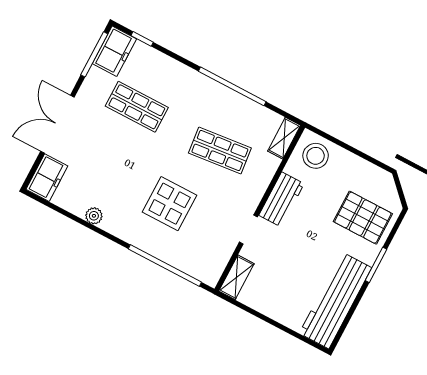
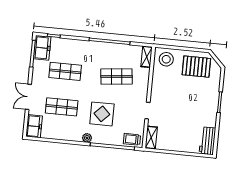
double door: (57, 124) -> (28, 97), width x0.73
shop shelf: (107, 164) -> (62, 107), added
workbench: (281, 199) -> (158, 89), removed
plant: (94, 216) -> (87, 138), moved
pallet: (363, 218) -> (196, 67), moved
trolley: (203, 267) -> (132, 139), added
workbench: (335, 301) -> (207, 141), width x0.53, depth x0.76

